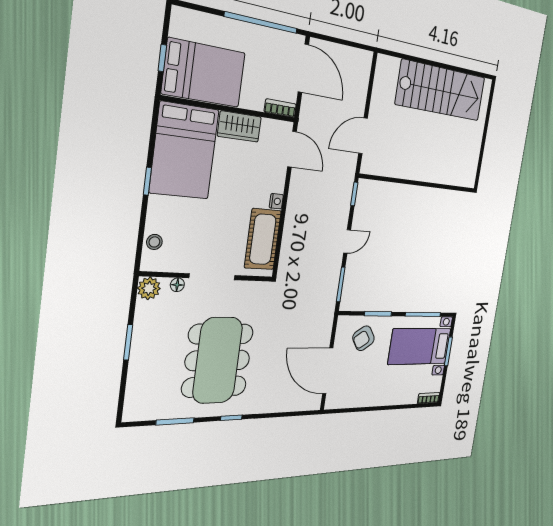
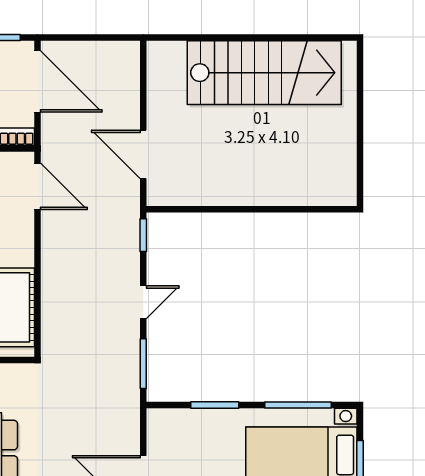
door: (363, 136) -> (143, 154), hinge flipped
nightstand: (276, 201) -> (25, 256), removed
armchair: (364, 338) -> (196, 442), removed

